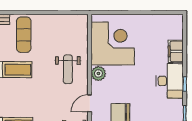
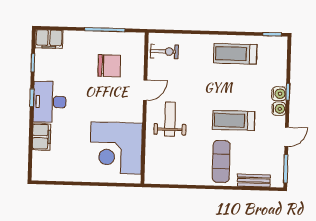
plant: (98, 74) -> (134, 113), removed
door: (90, 103) -> (145, 90), moved

